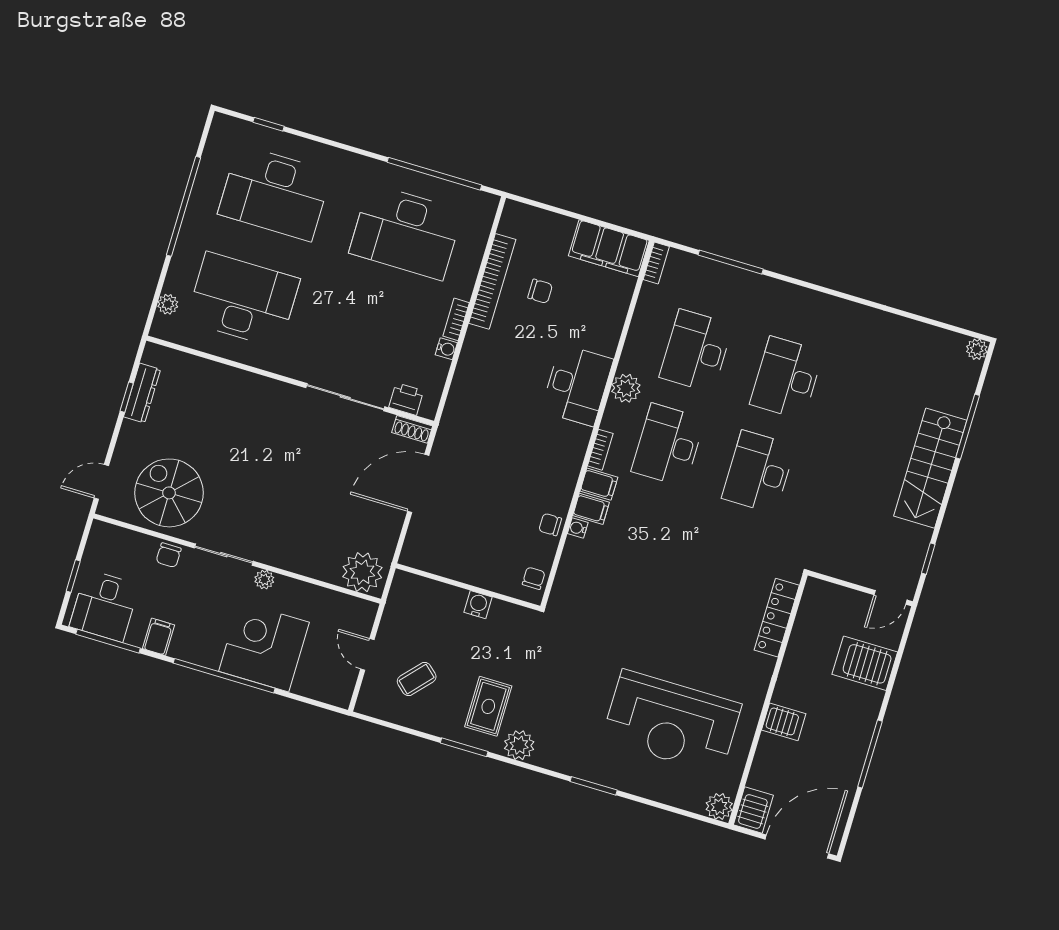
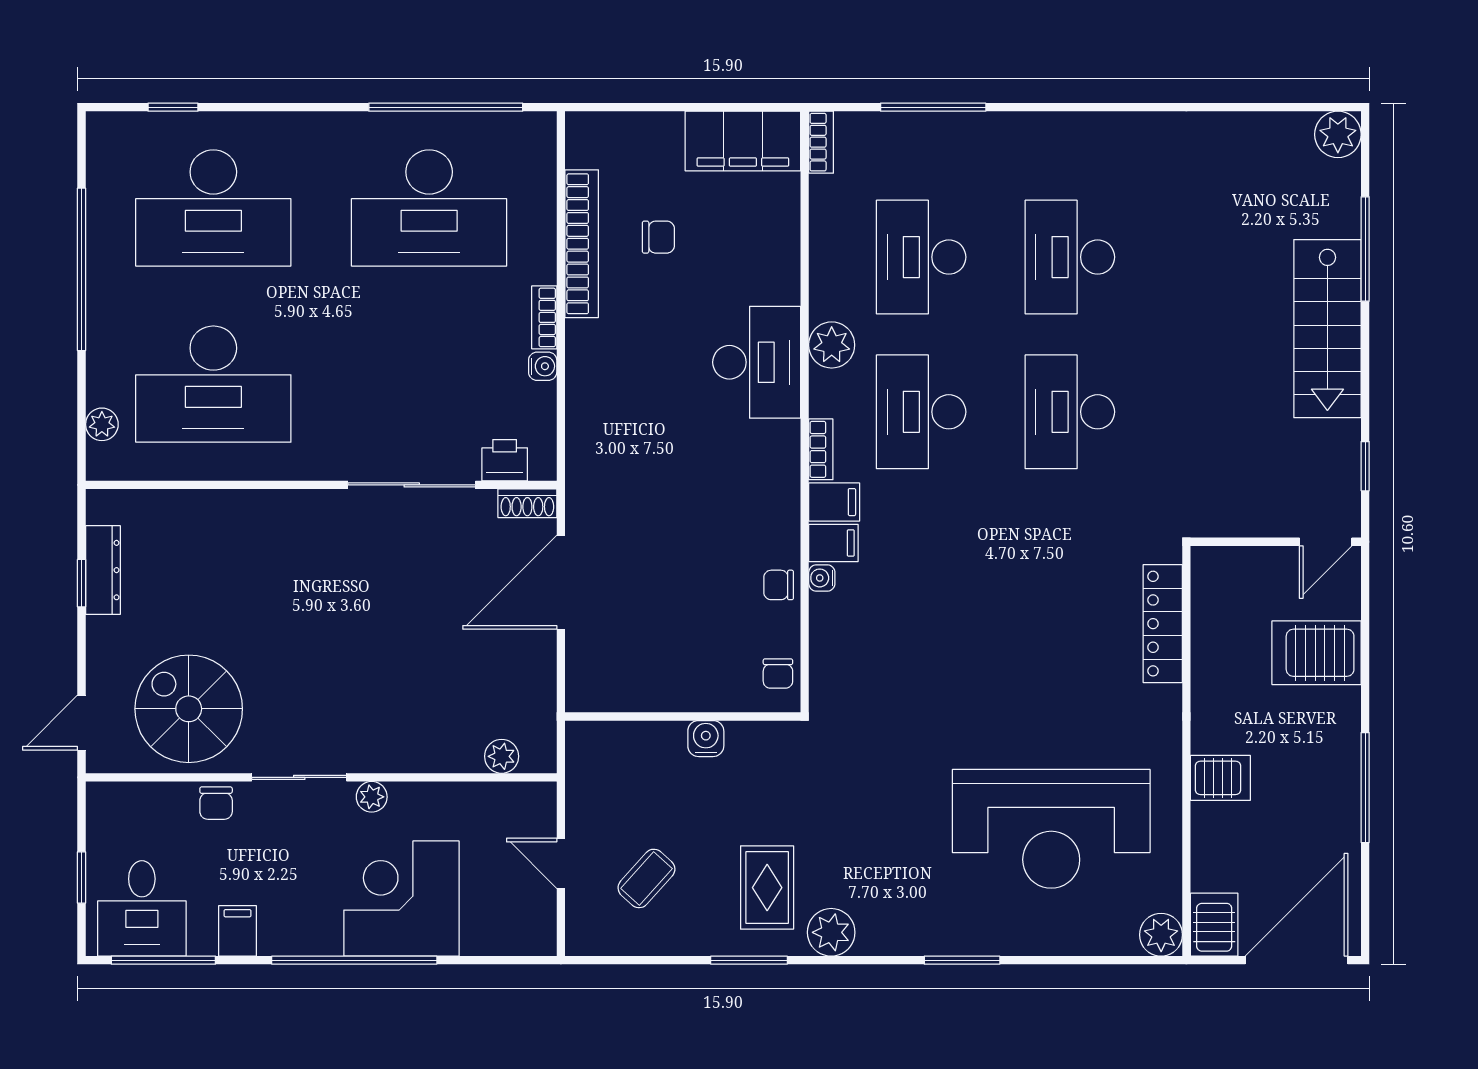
desk: (243, 300) -> (213, 384), turned 180
plant: (977, 349) -> (1338, 134), width x1.38, depth x1.38
plant: (362, 572) -> (502, 756), width x0.53, depth x0.53
chair: (534, 578) -> (778, 674), turned 180

